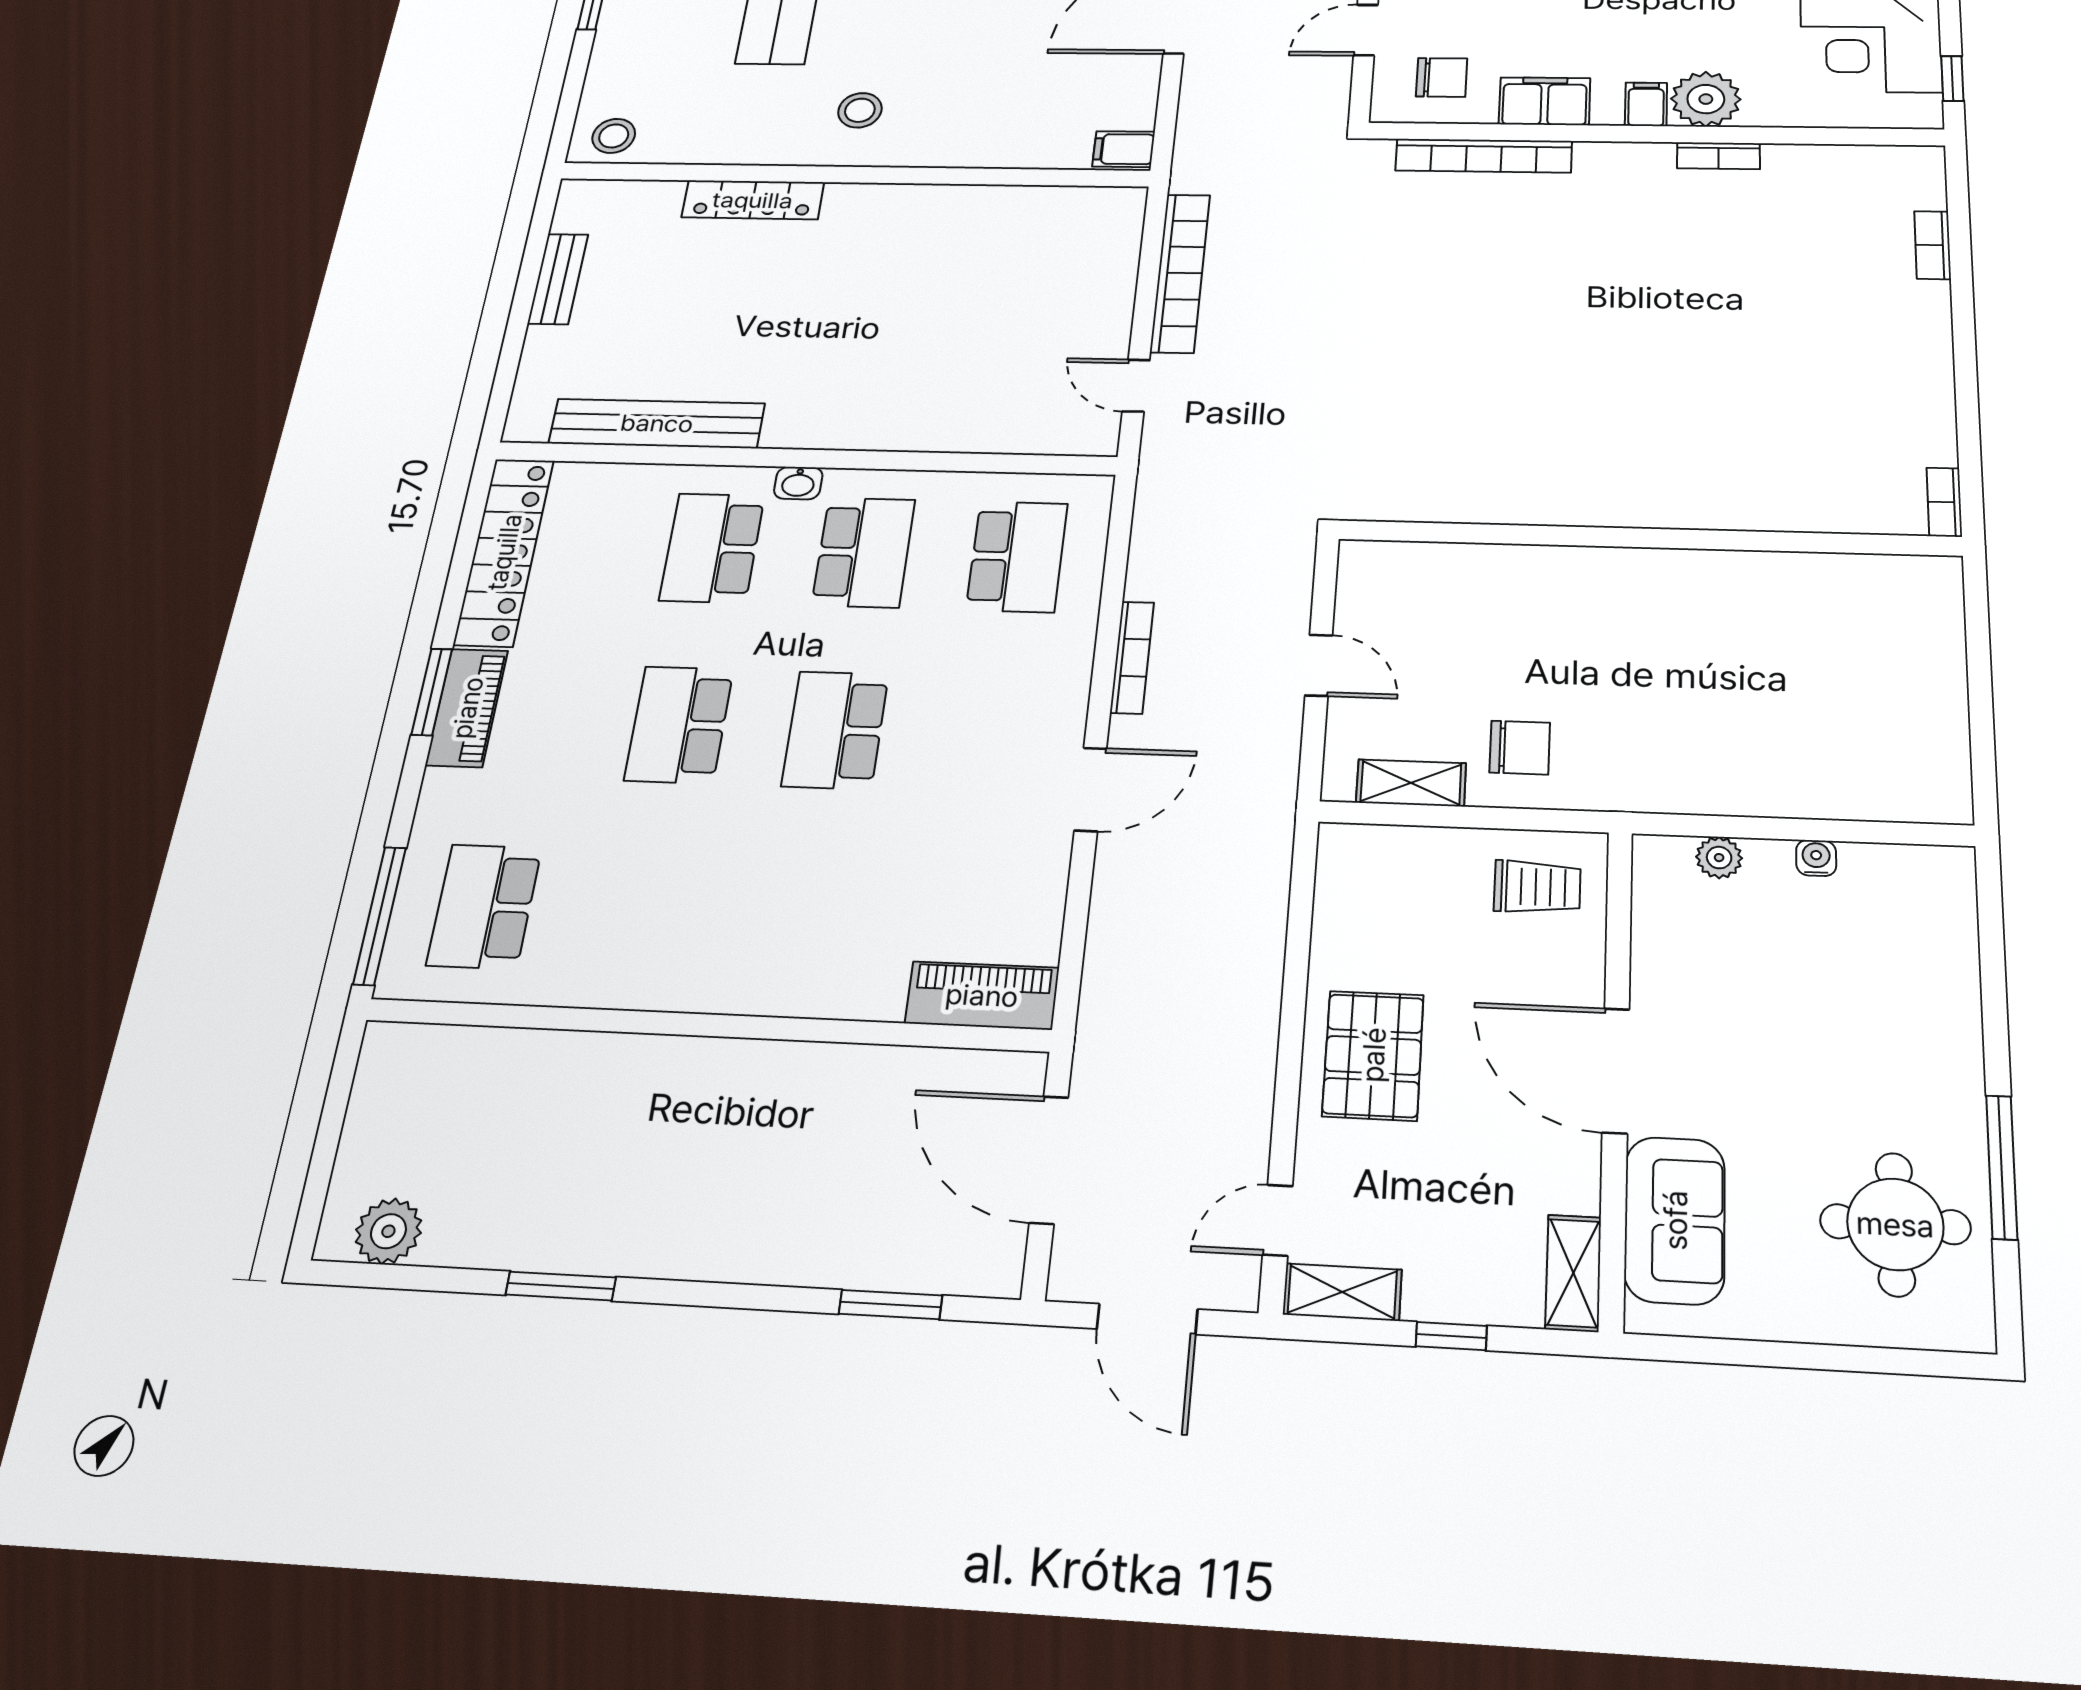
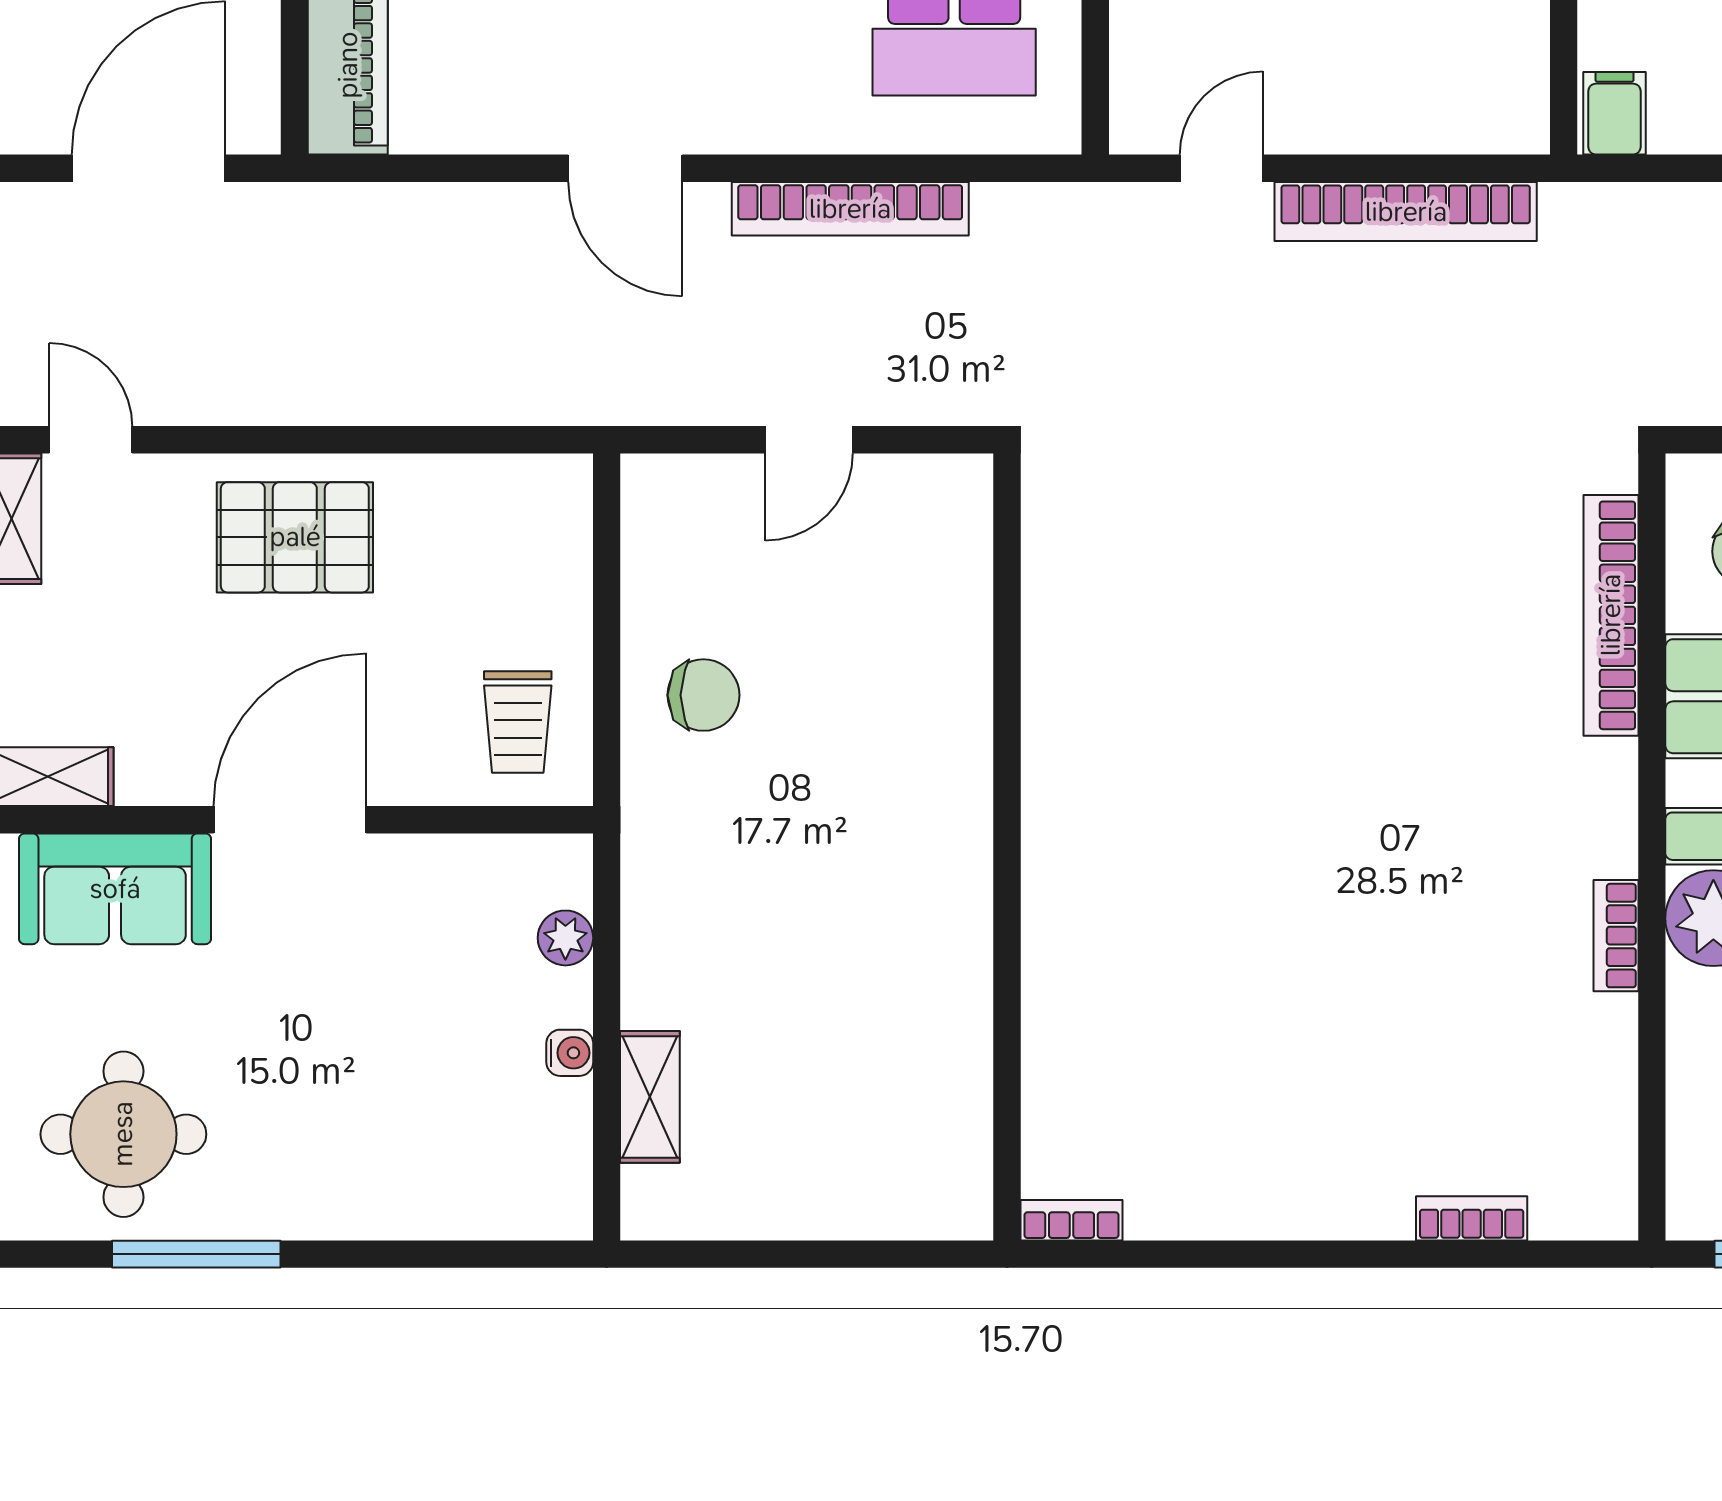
bookcase: (1132, 657) -> (850, 209), width x1.48, depth x1.31
chair: (1520, 748) -> (703, 695), turned -90
shelving: (1411, 783) -> (650, 1097), moved

